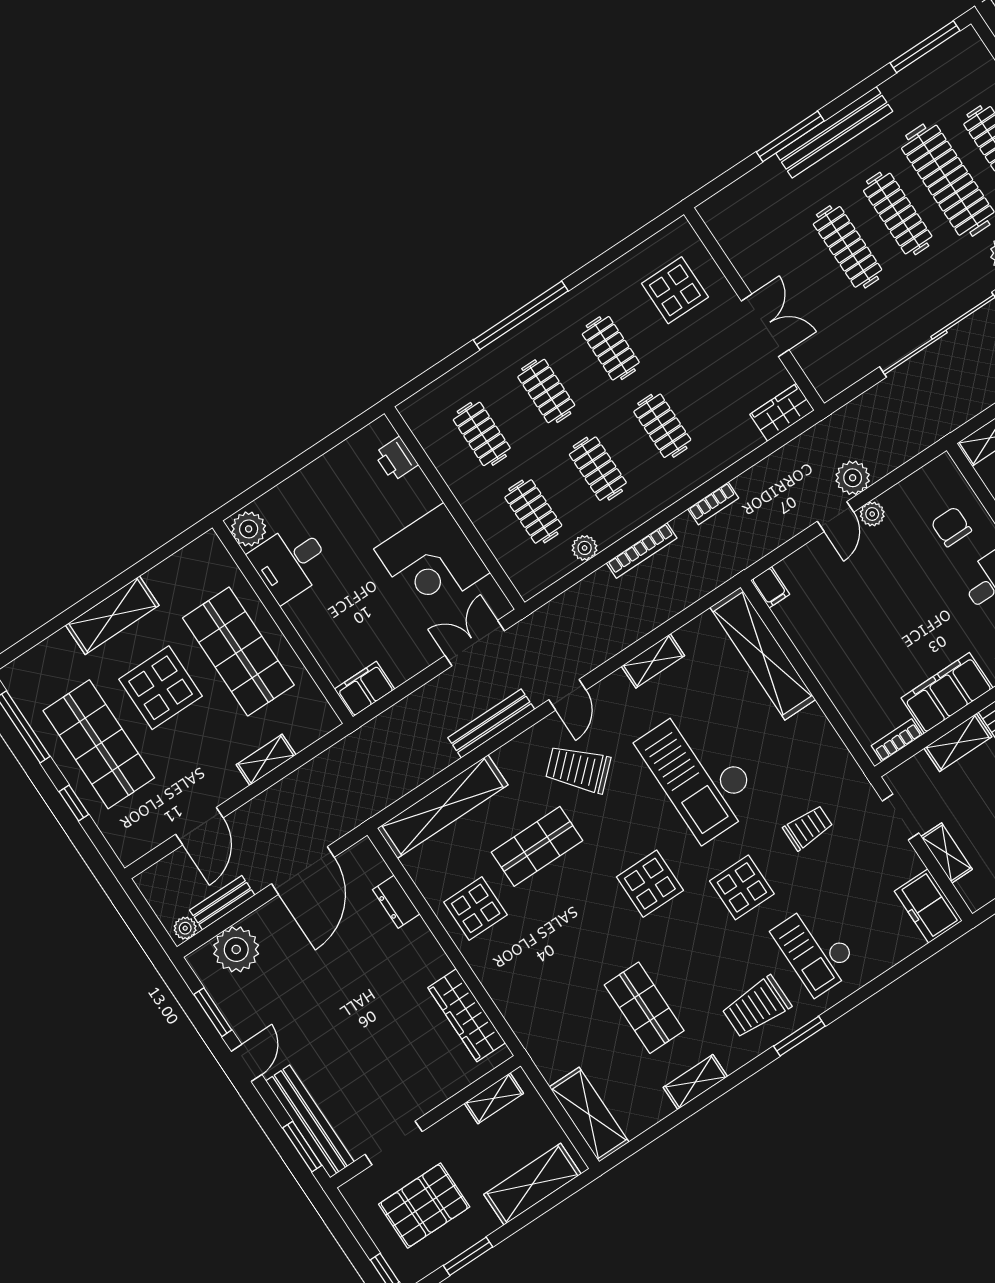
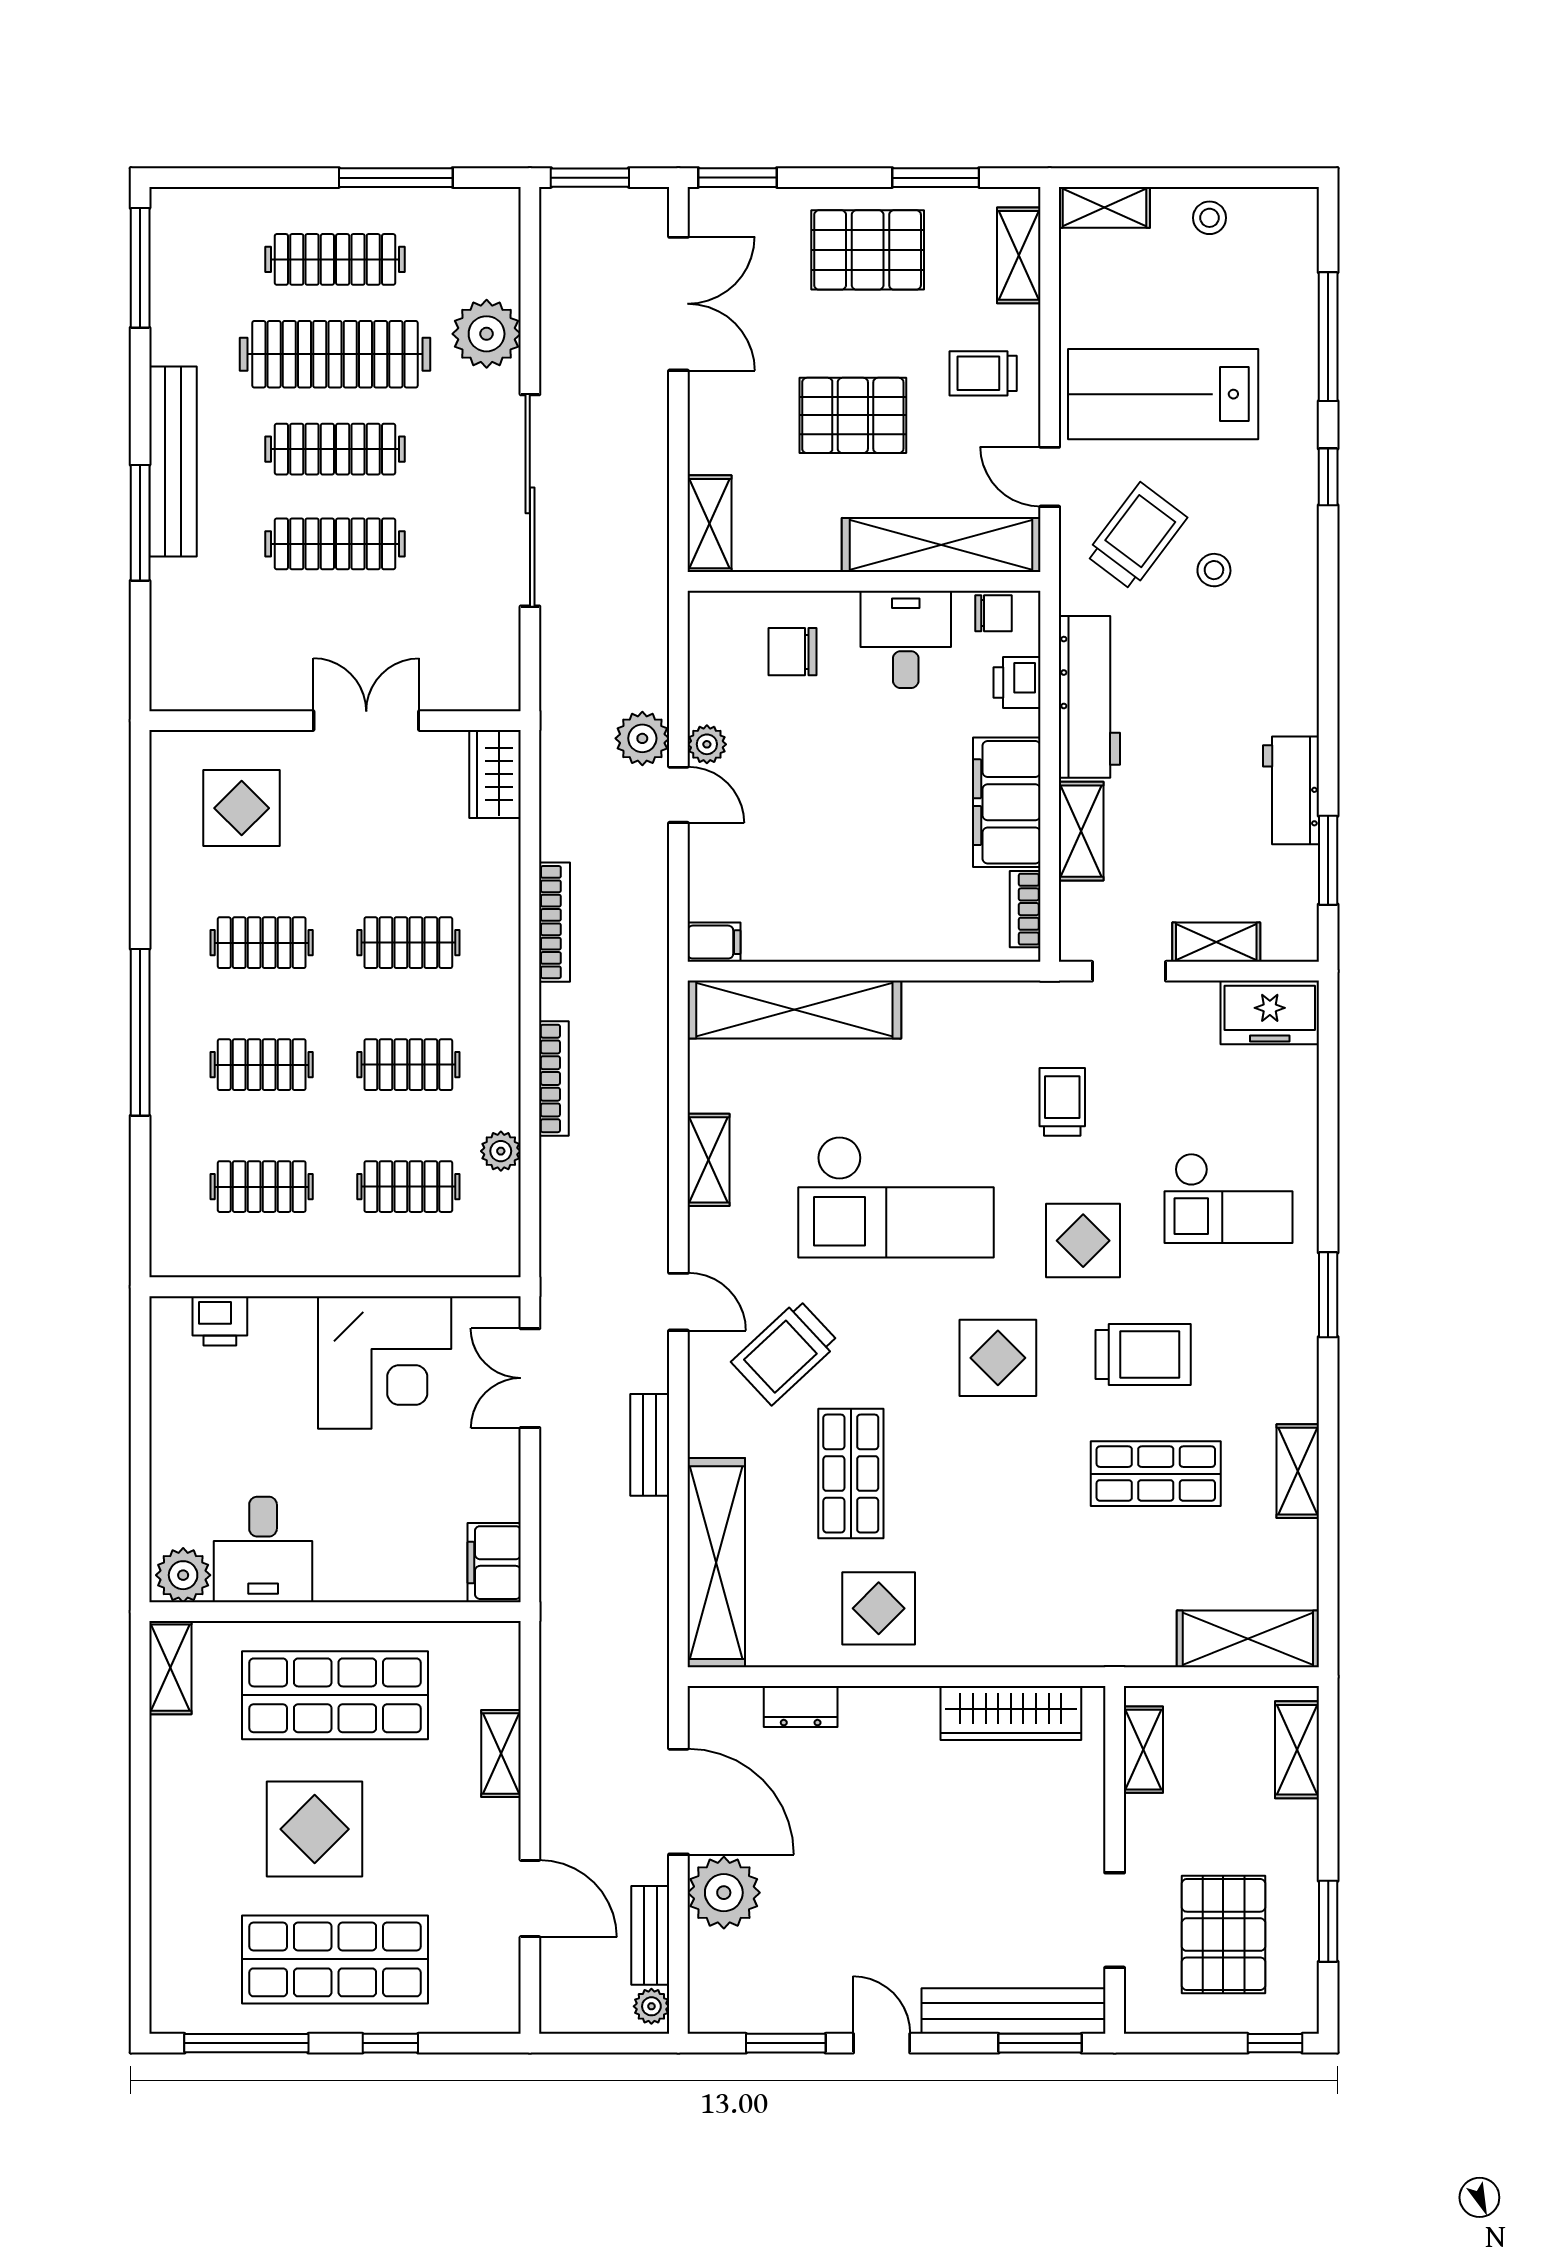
bookcase: (713, 503) -> (554, 922), width x1.56
shelving: (112, 615) -> (170, 1668), moved, width x0.67, depth x0.75
bench: (491, 723) -> (650, 1445), width x0.73
plant: (236, 949) -> (724, 1893), moved
trolley: (756, 1007) -> (1143, 1355), moved, turned -90
shelving: (532, 1184) -> (1297, 1750), width x0.67, depth x0.75

